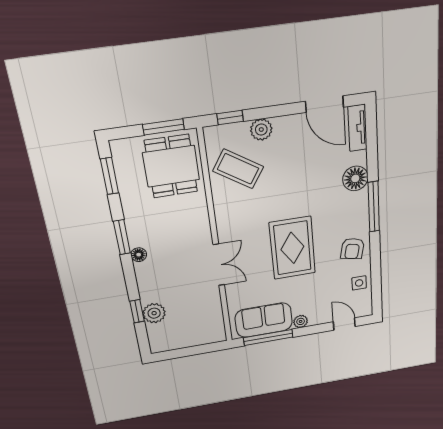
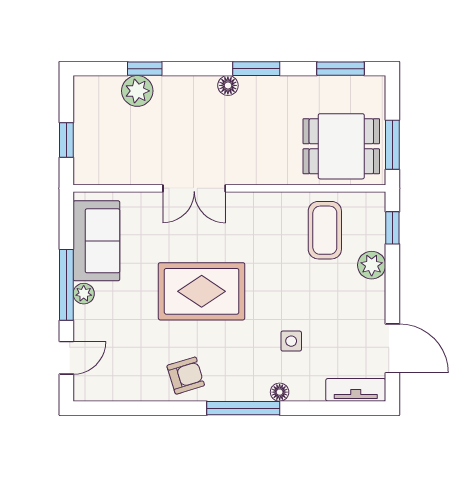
door: (324, 104) -> (392, 348), swing flipped
coffee table: (238, 169) -> (325, 230), turned -33
floor lamp: (355, 178) -> (280, 392), width x0.53, depth x0.53
armchair: (352, 249) -> (186, 376), turned 151
side table: (359, 283) -> (291, 341), moved
window: (268, 337) -> (66, 285), moved
window: (197, 350) -> (66, 140), added

